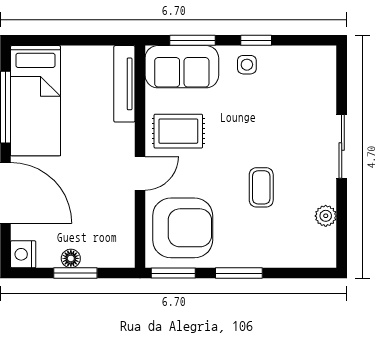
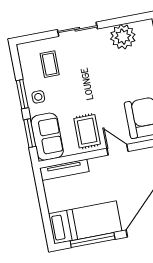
window: (256, 40) -> (22, 94), width x1.50
coffee table: (261, 187) -> (50, 64), moved, turned 90
plant: (326, 216) -> (123, 37), width x1.87, depth x1.87

